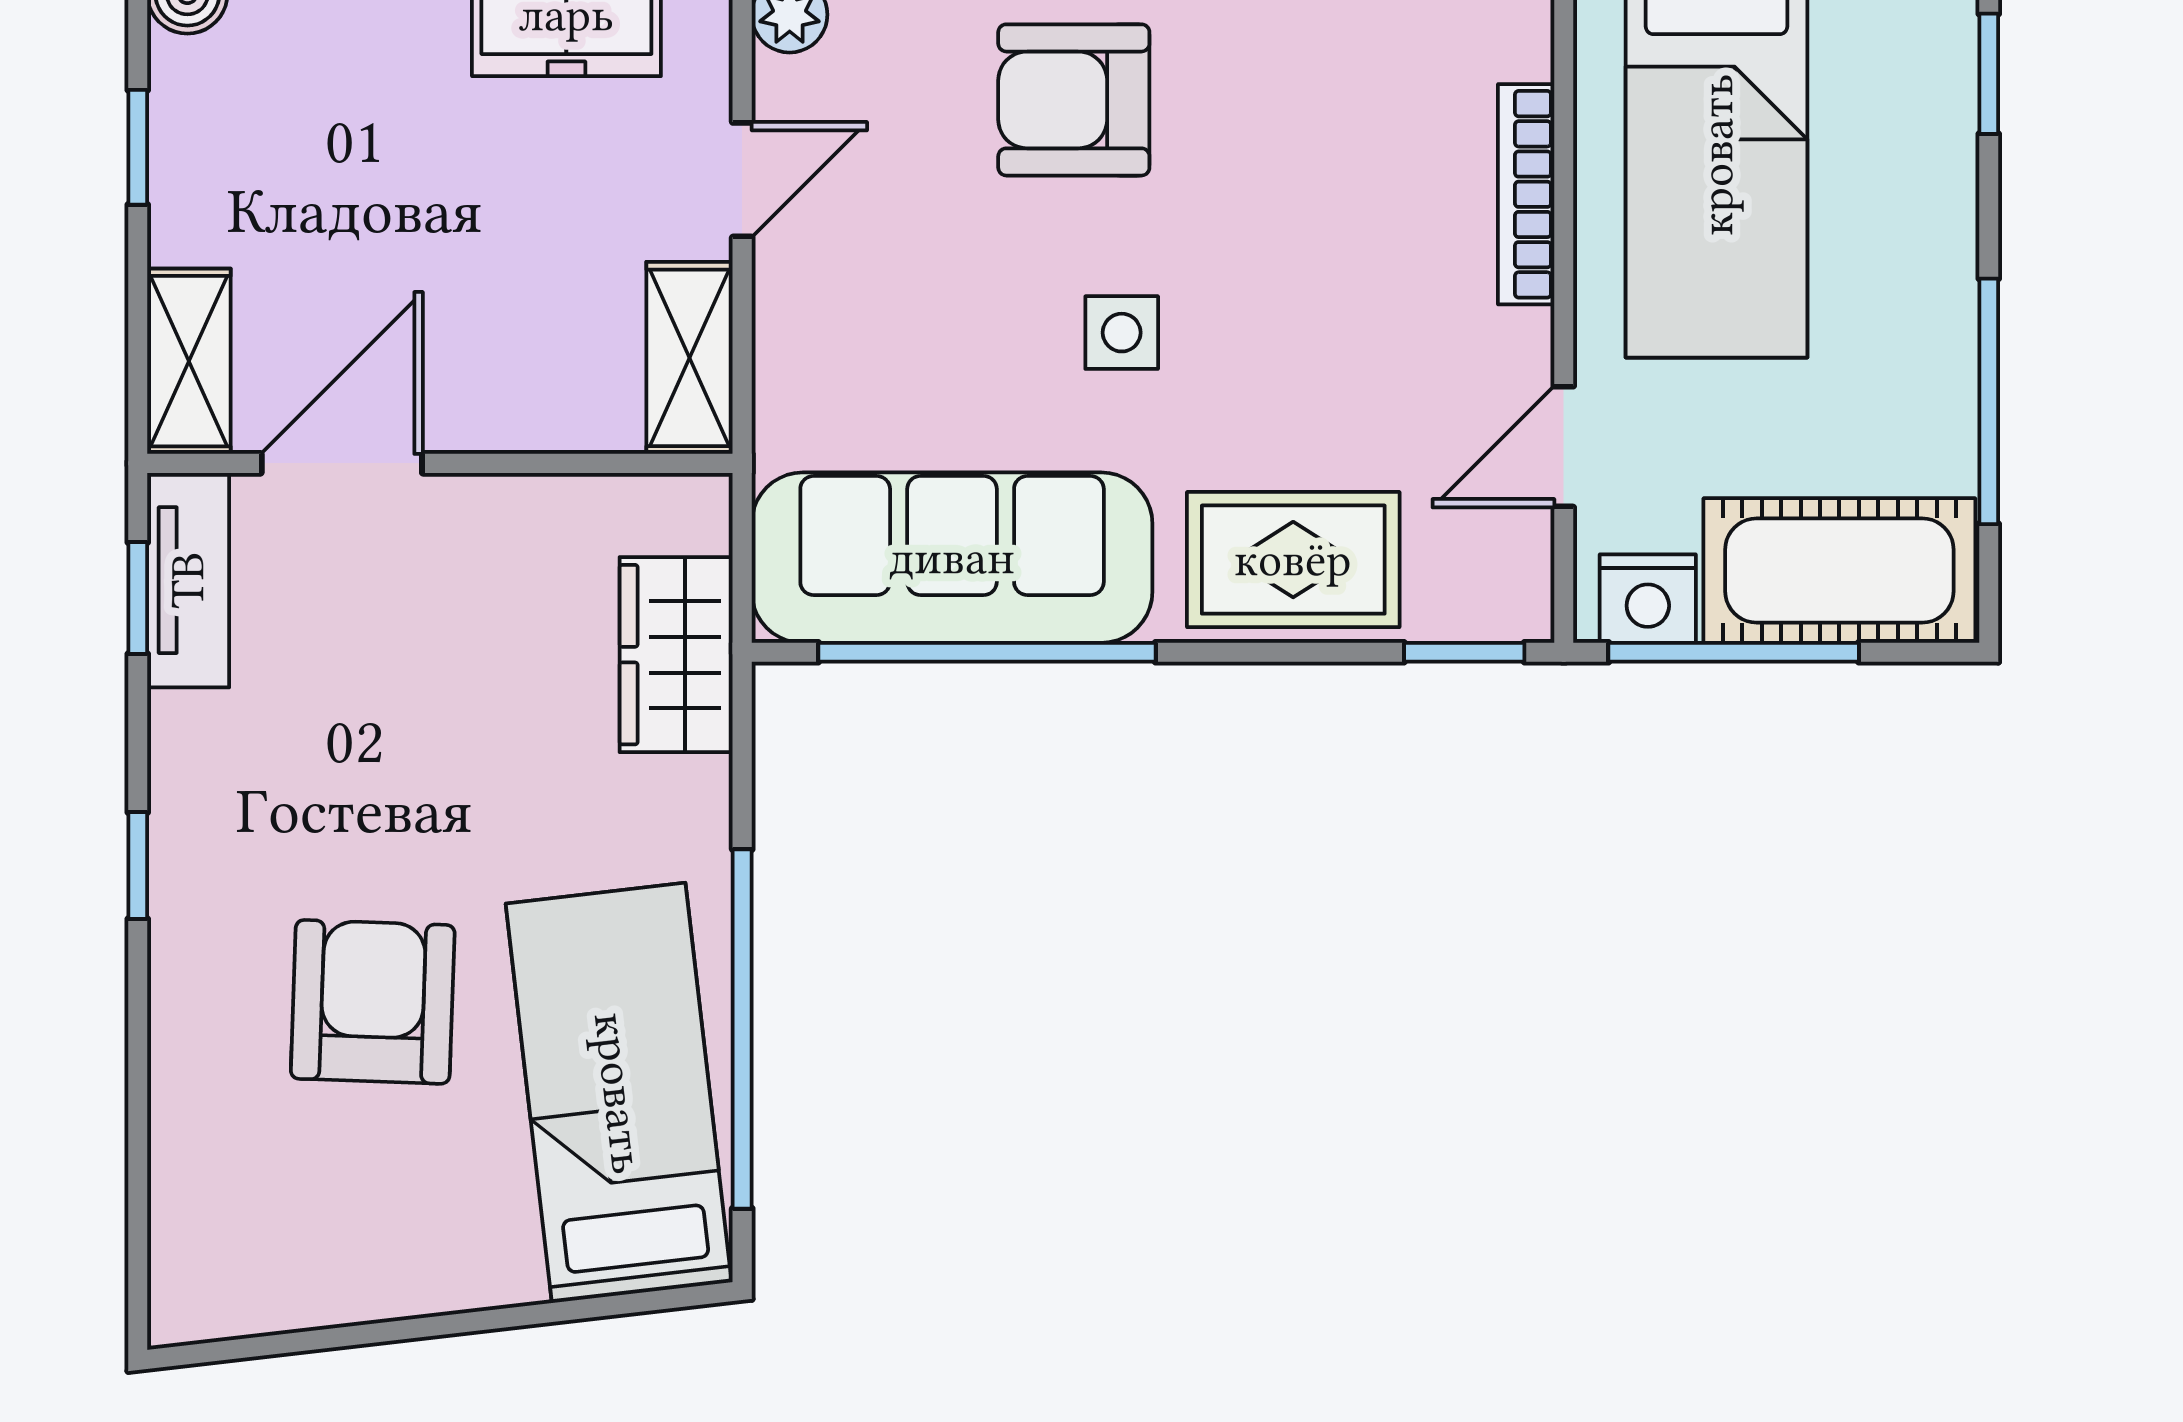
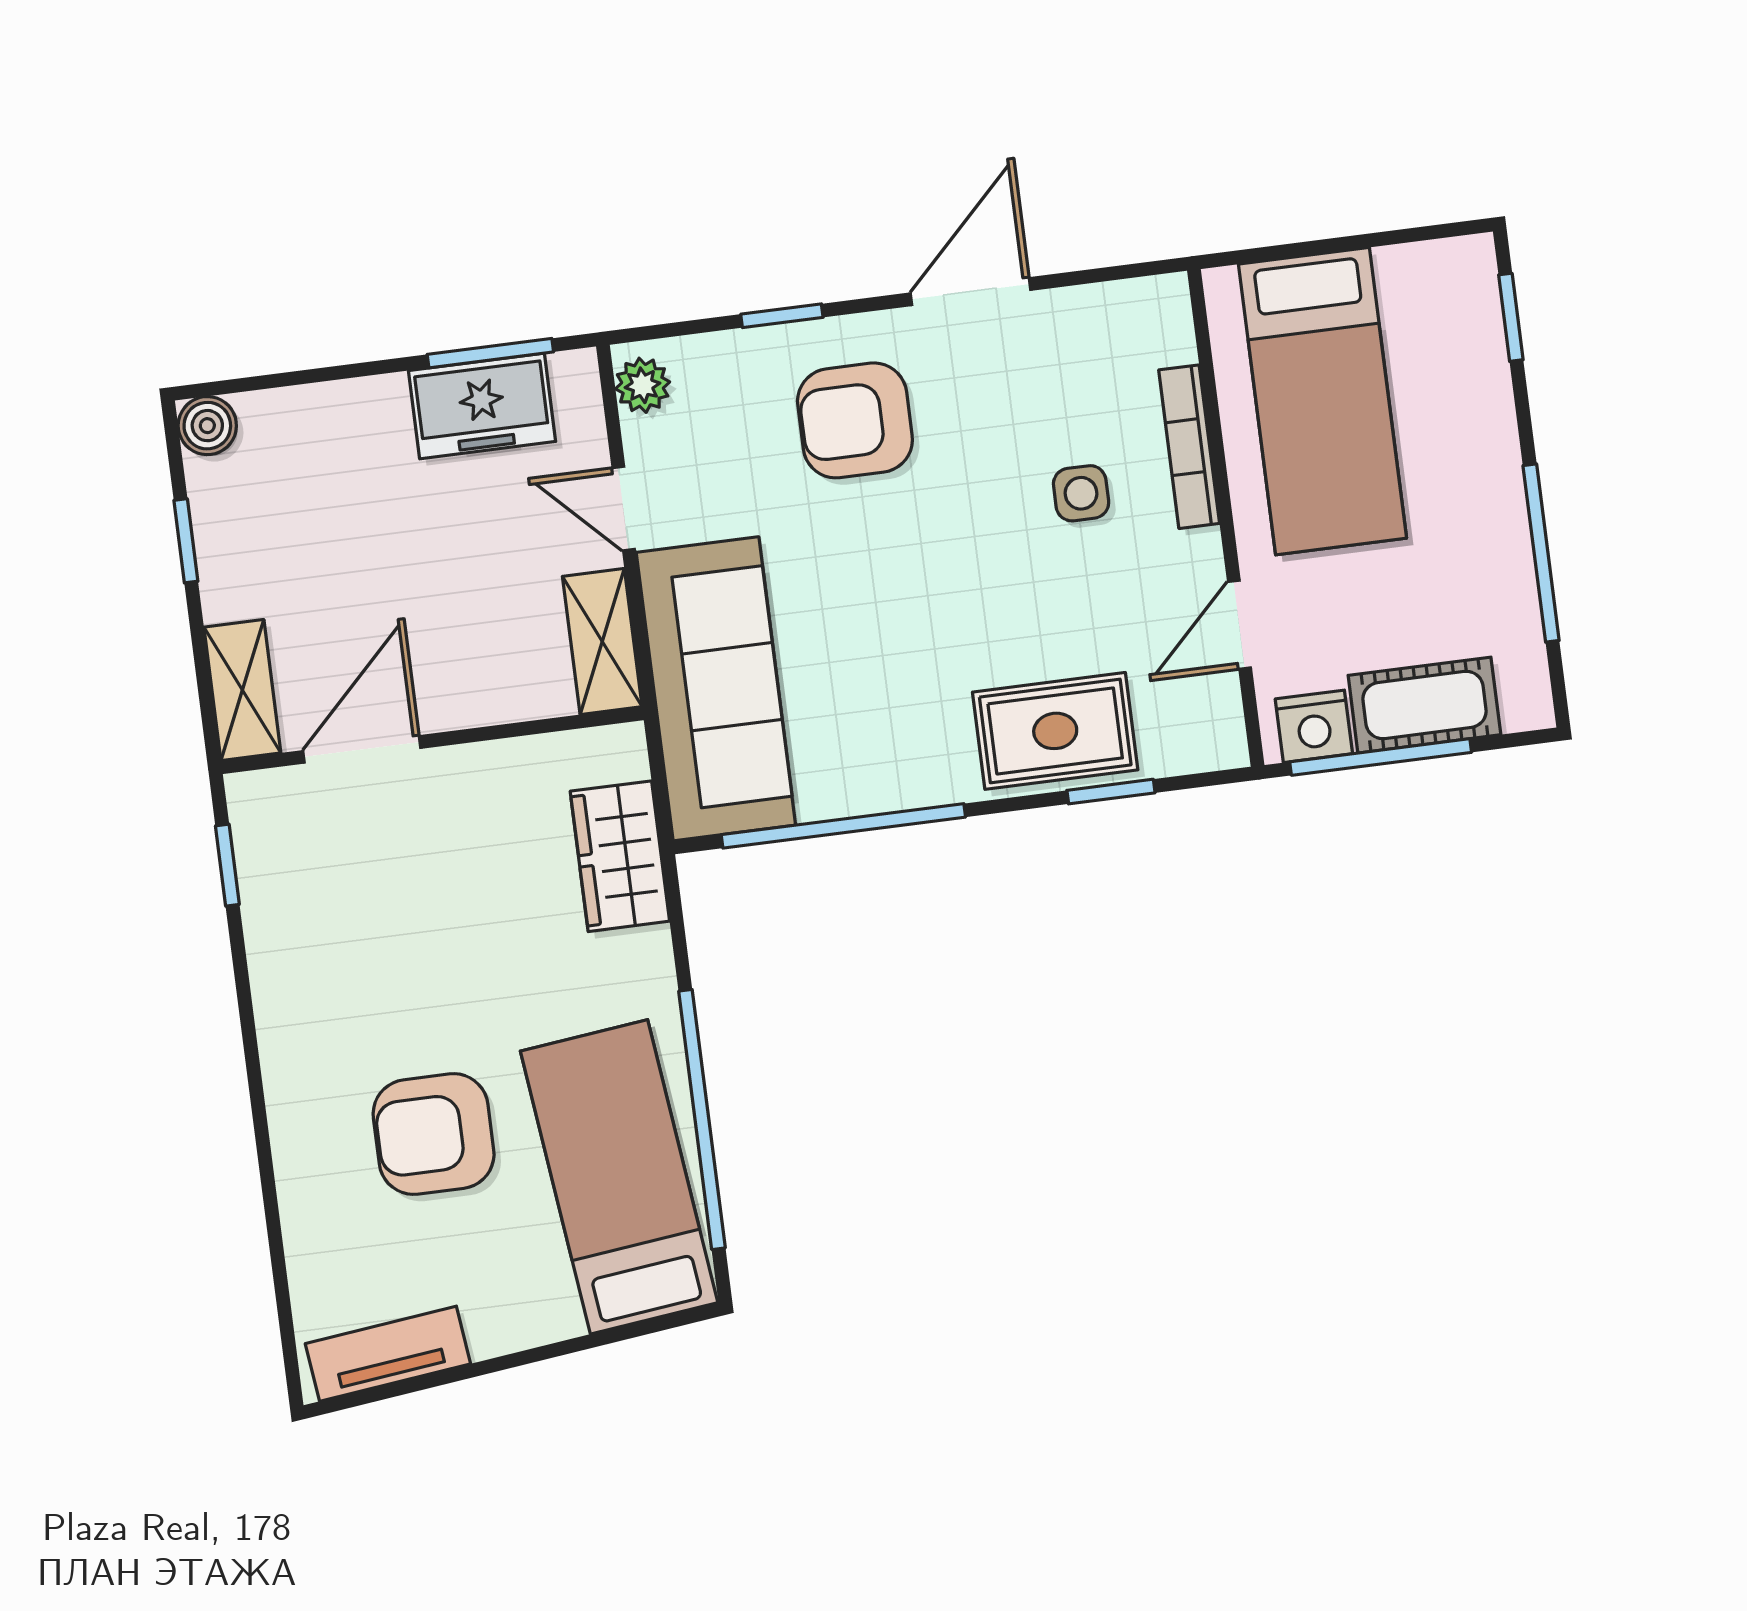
door: (742, 180) -> (624, 508), swing flipped
side table: (1122, 333) -> (1081, 493), moved
sofa: (952, 558) -> (716, 689), moved, turned 90
cot: (1839, 570) -> (1424, 705), width x0.73, depth x0.75
tv unit: (188, 580) -> (388, 1354), moved, turned -97
window: (1464, 652) -> (1111, 792), moved
window: (138, 866) -> (252, 1058), removed
armchair: (373, 1002) -> (434, 1134), turned -92

